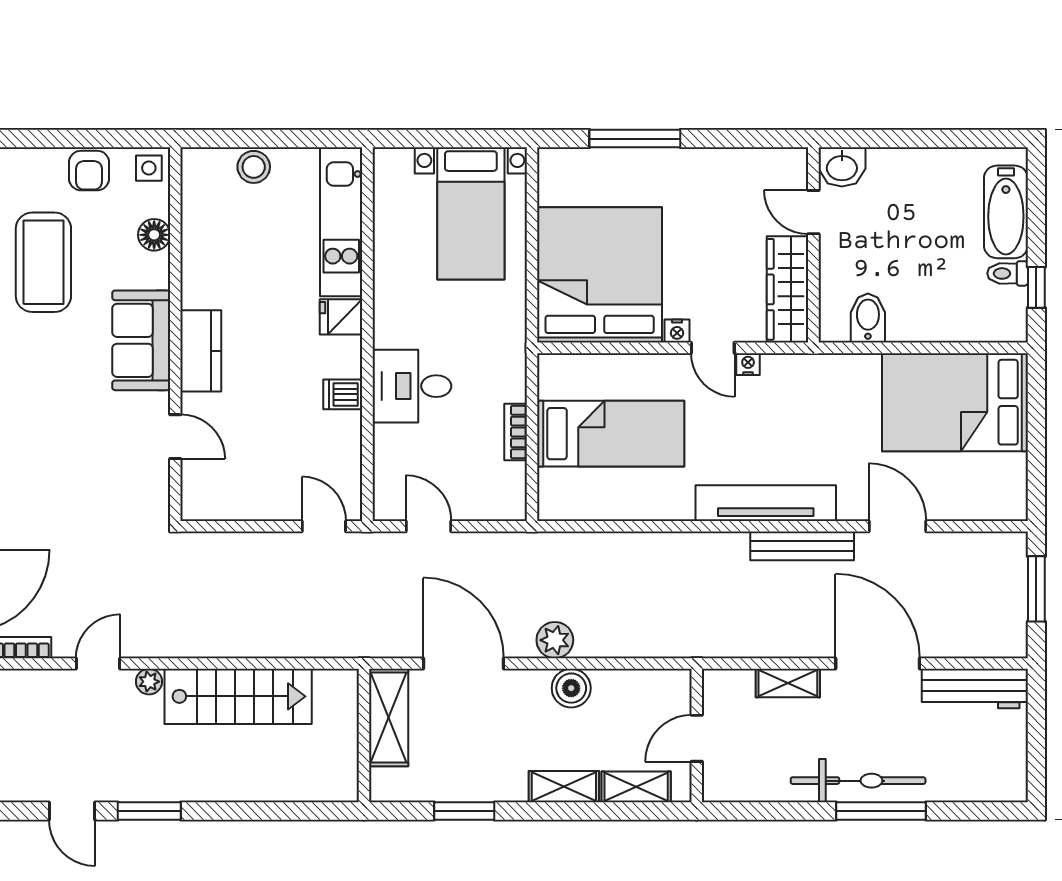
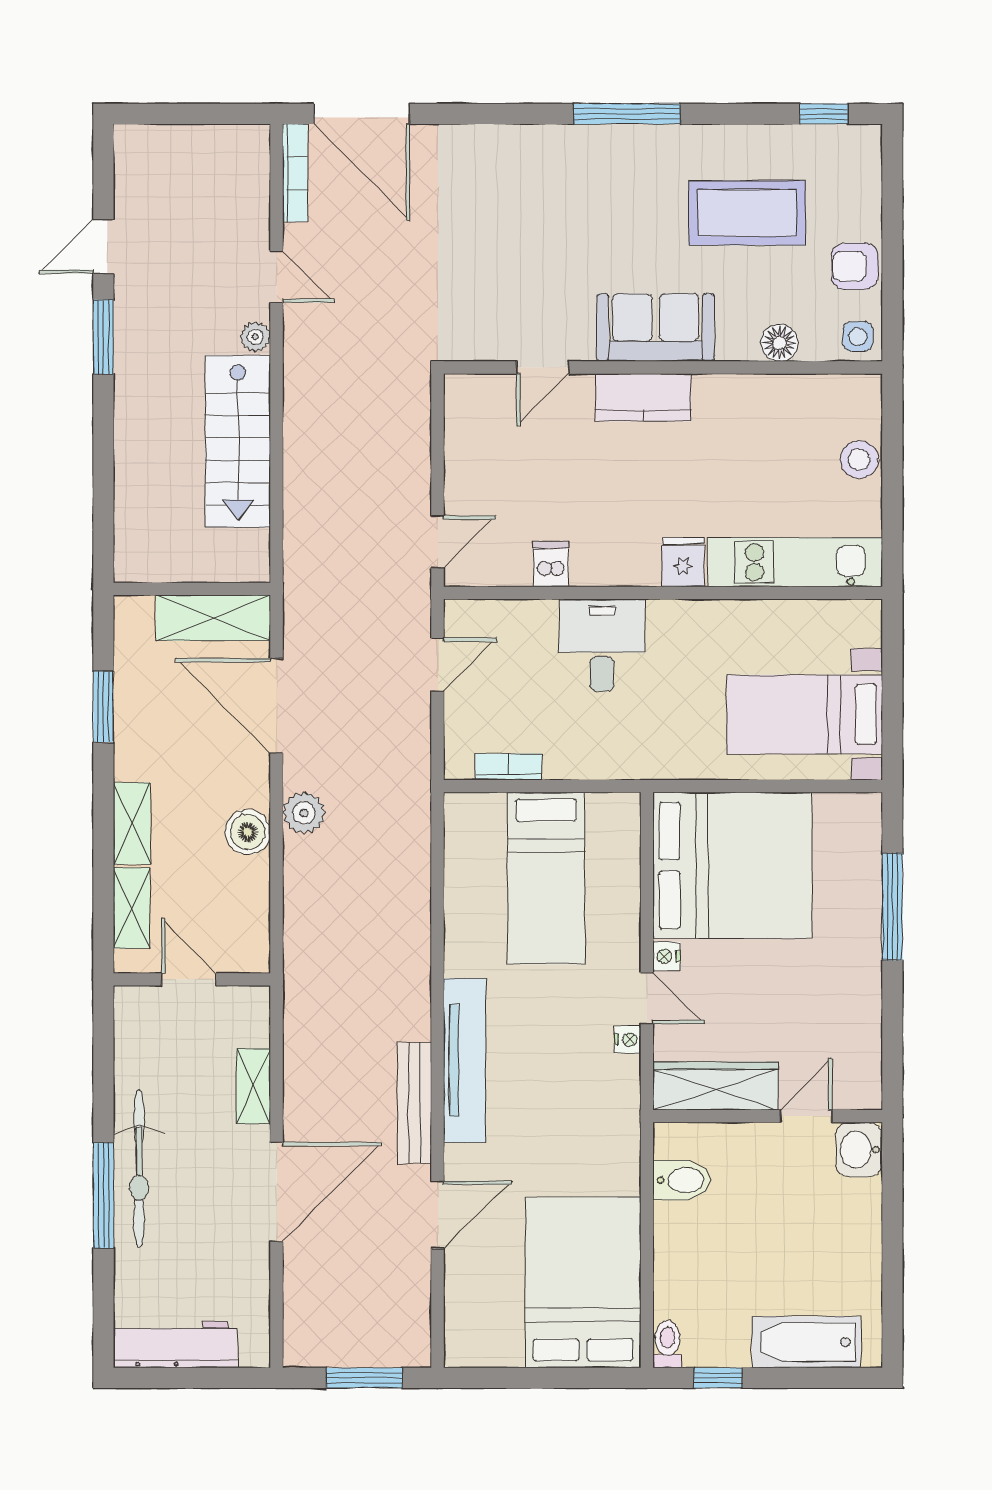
toilet: (1008, 273) -> (667, 1344), moved
door: (713, 348) -> (647, 998), swing flipped
dishwasher: (343, 394) -> (551, 564), moved
bookcase: (516, 432) -> (509, 767), moved
door: (464, 663) -> (277, 706), swing flipped
workbench: (975, 689) -> (176, 1344), moved, turned 90

